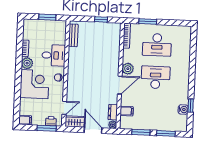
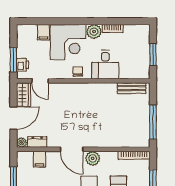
window: (101, 19) -> (153, 122), width x2.17
filing cabinet: (25, 120) -> (43, 32), moved

